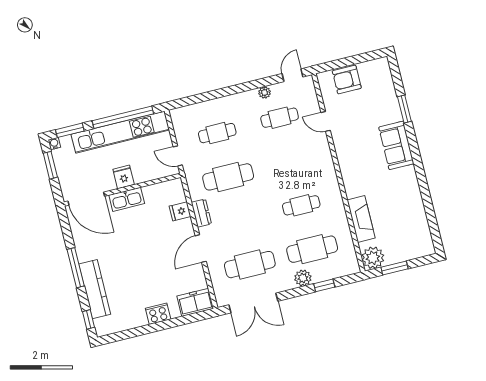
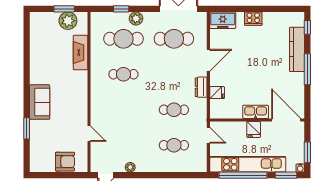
cafe table: (280, 118) -> (123, 145), removed
cafe table: (228, 177) -> (174, 110), width x0.73, depth x0.74
plant: (373, 258) -> (68, 21), moved

